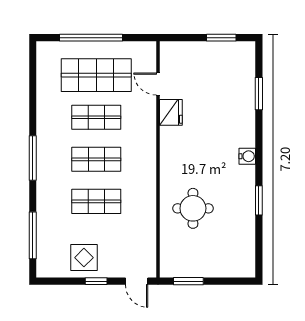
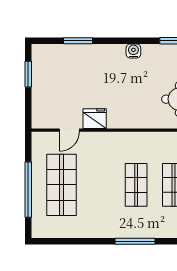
shop shelf: (96, 117) -> (99, 185), removed

